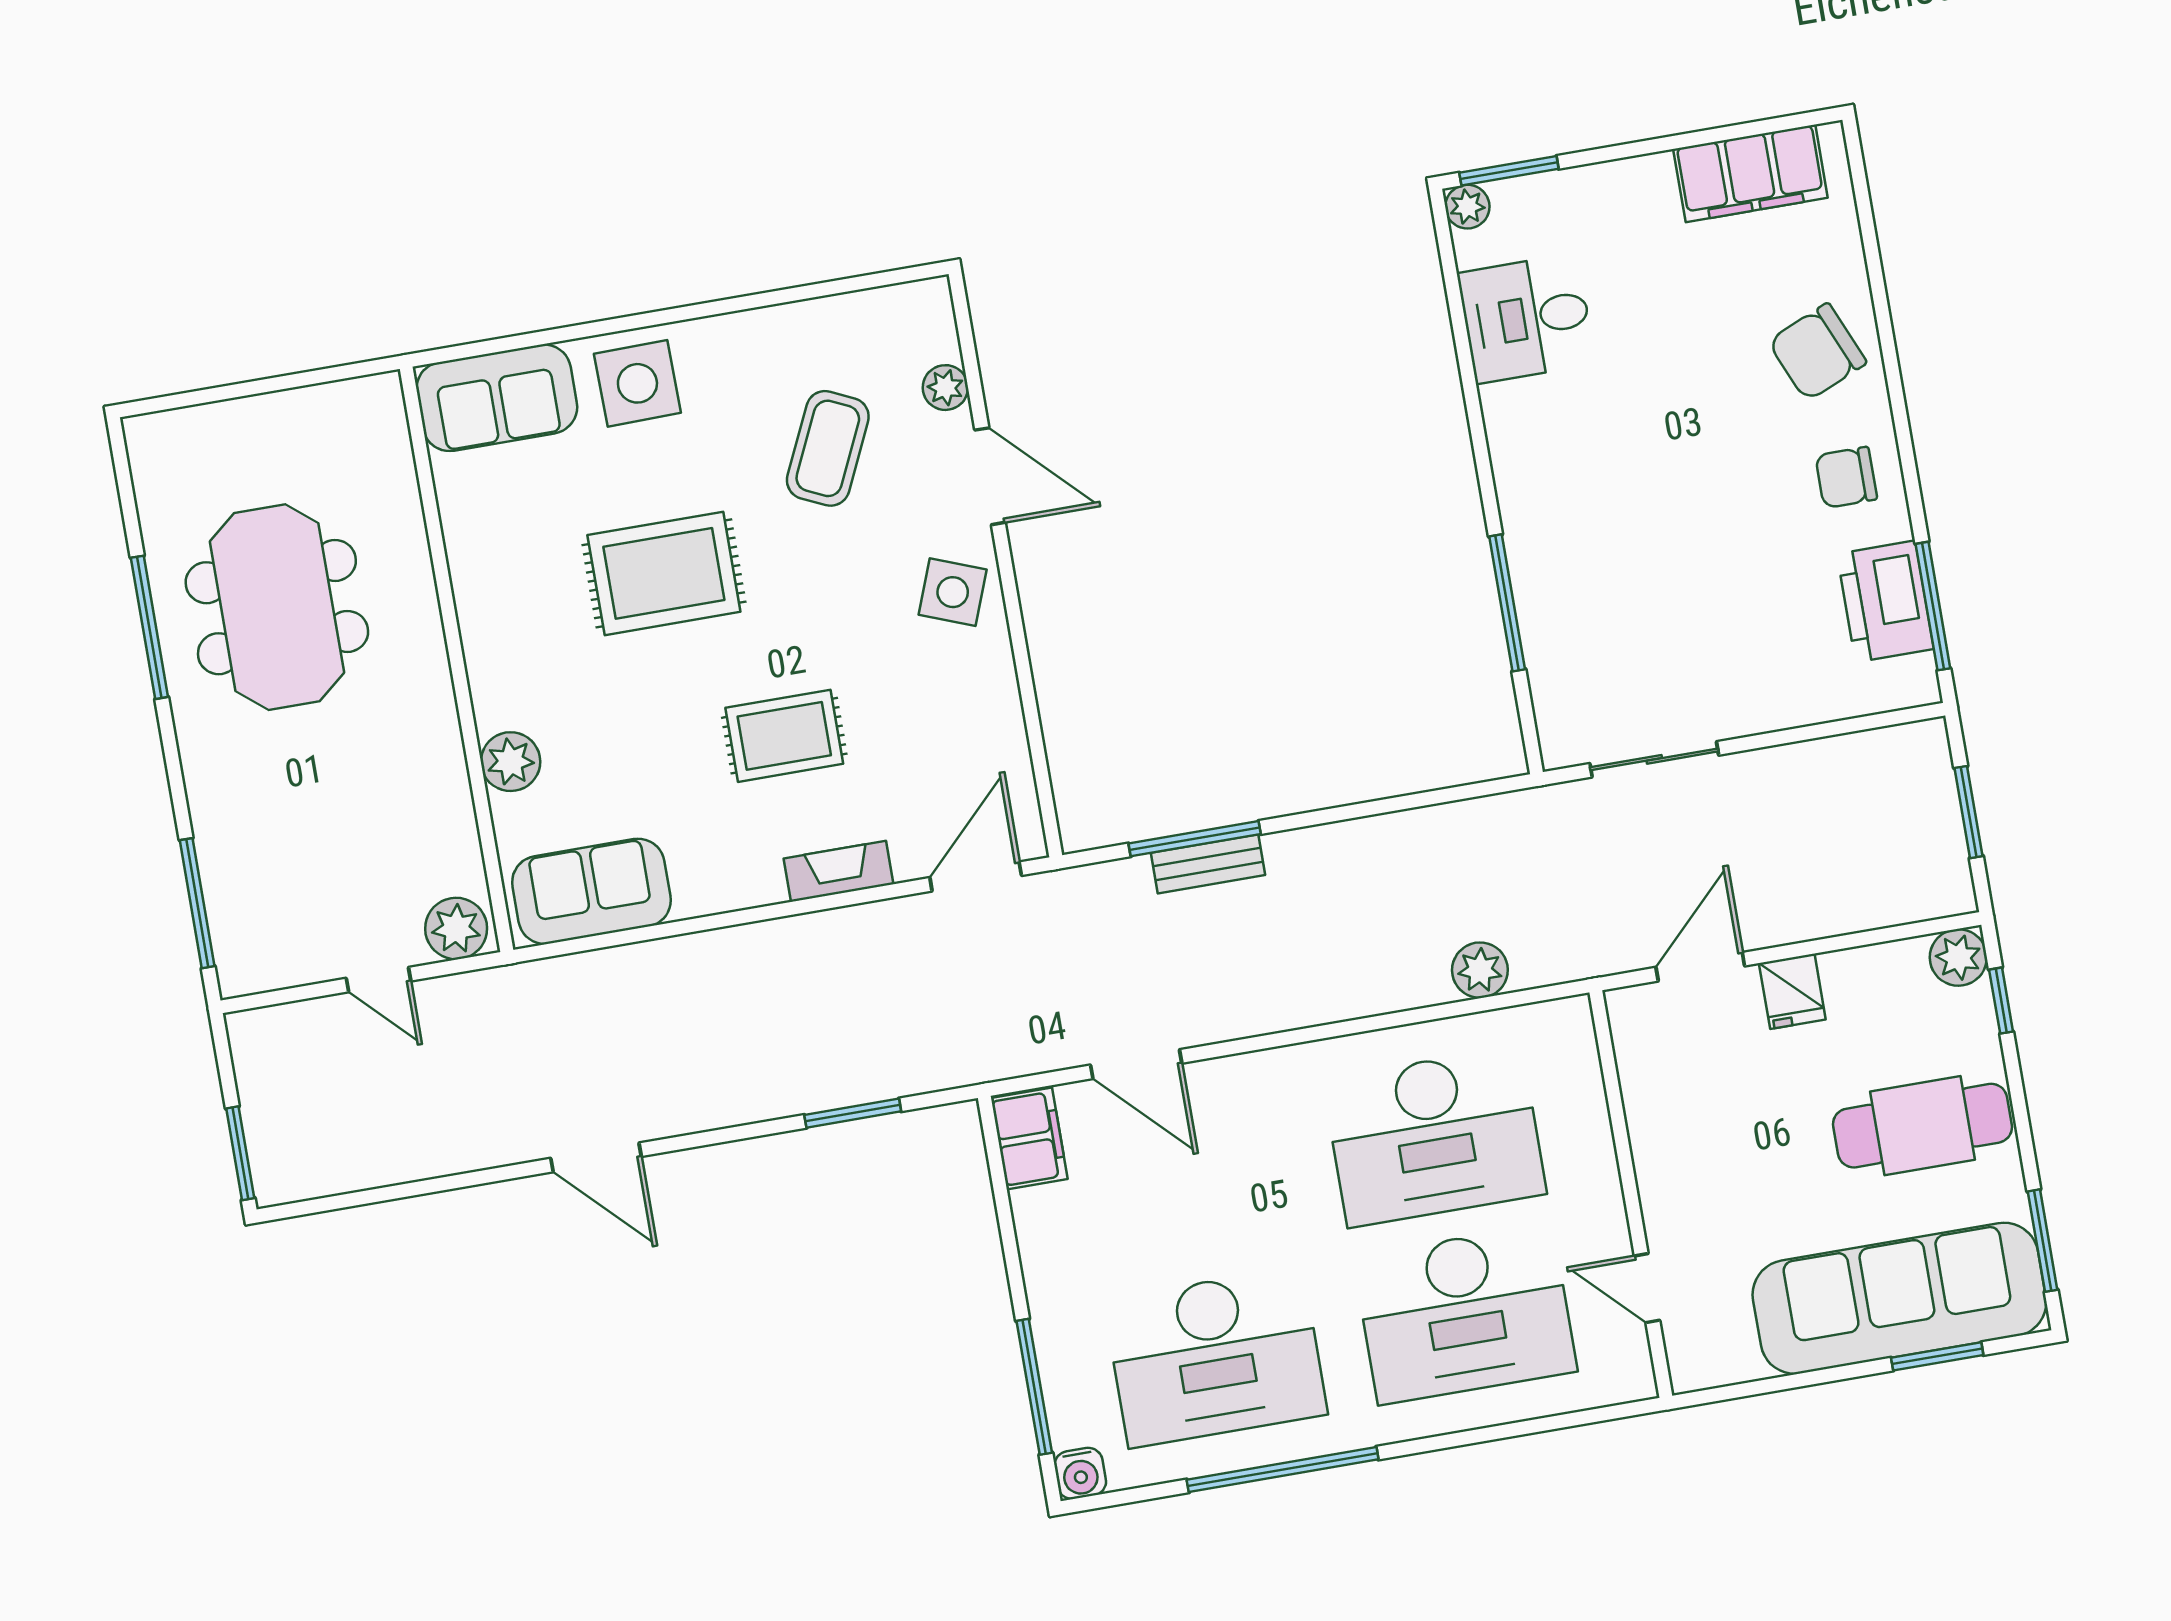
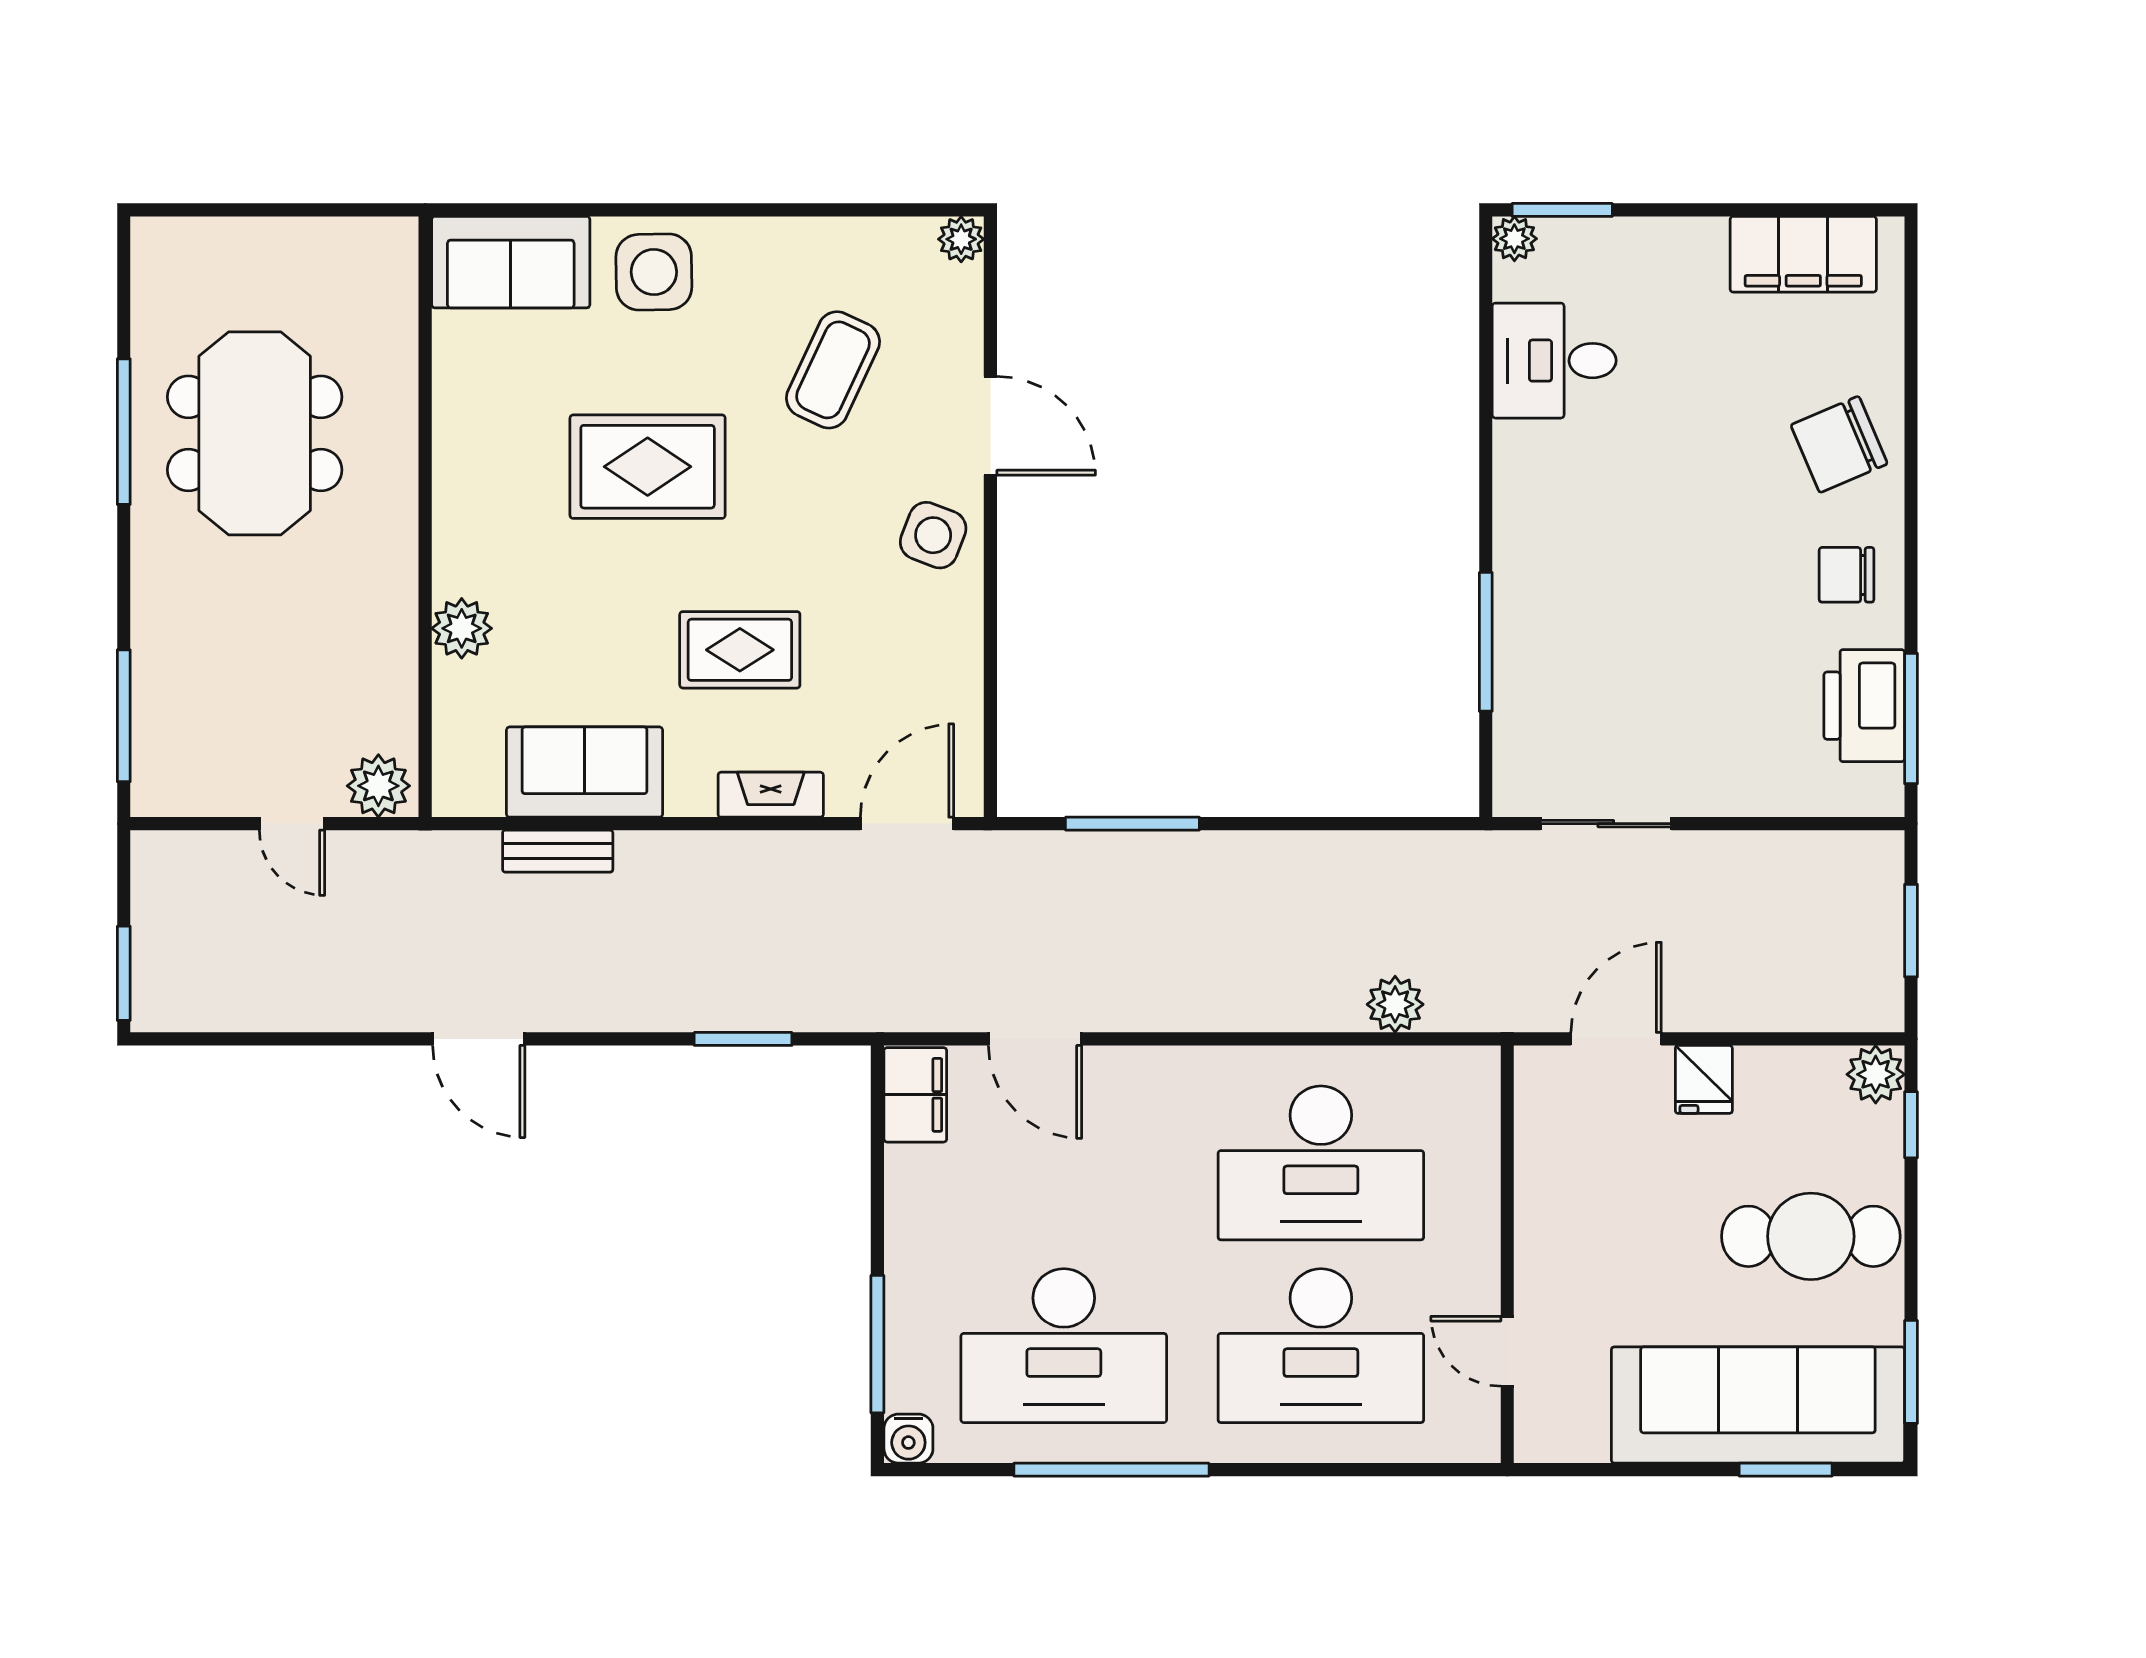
plant: (945, 388) -> (961, 239), moved
bench: (1208, 864) -> (558, 851), moved
sofa: (591, 891) -> (585, 772), moved

